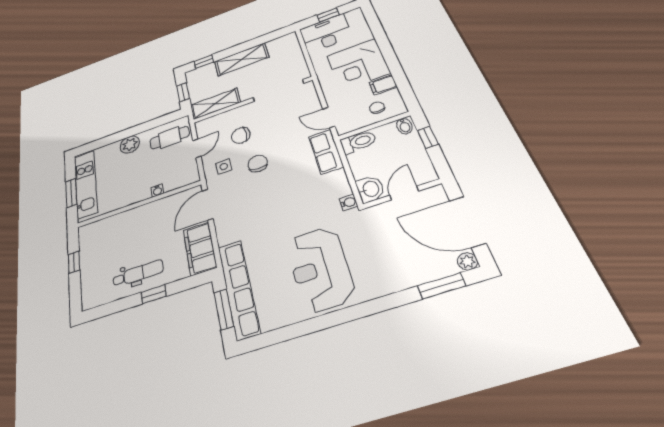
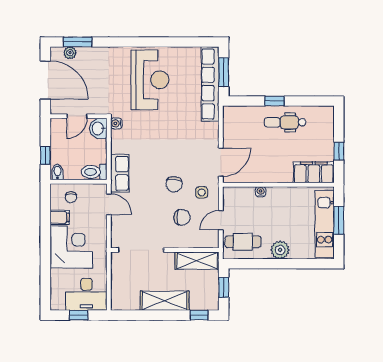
filing cabinet: (200, 249) -> (314, 172), moved, turned -90
plant: (467, 261) -> (70, 53), moved

